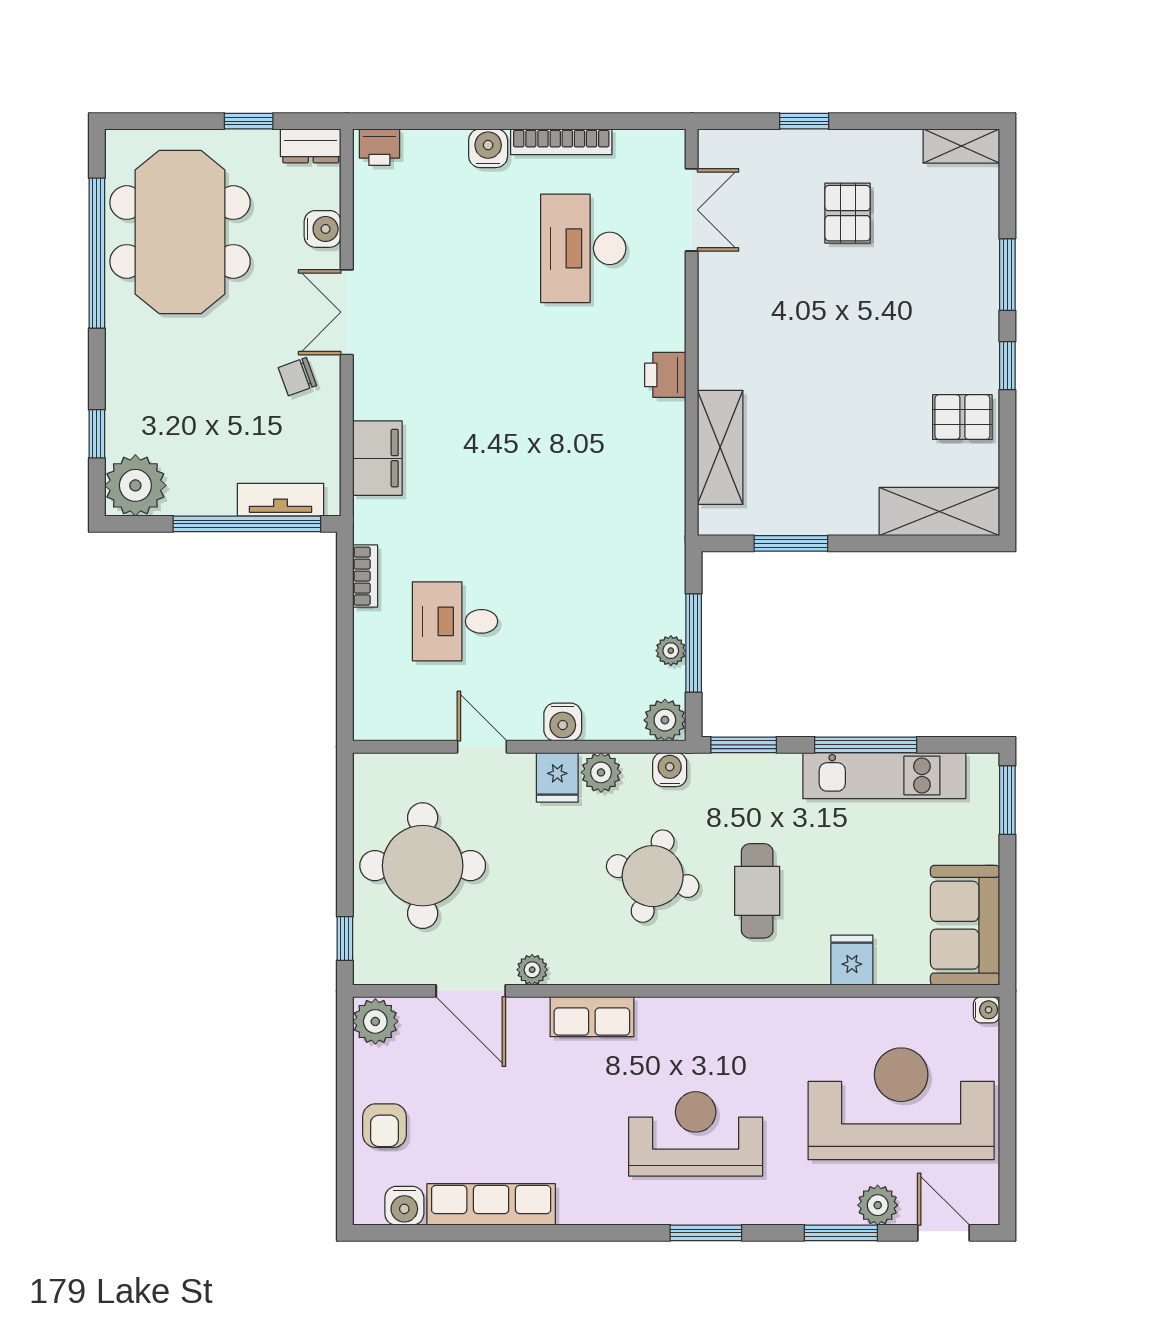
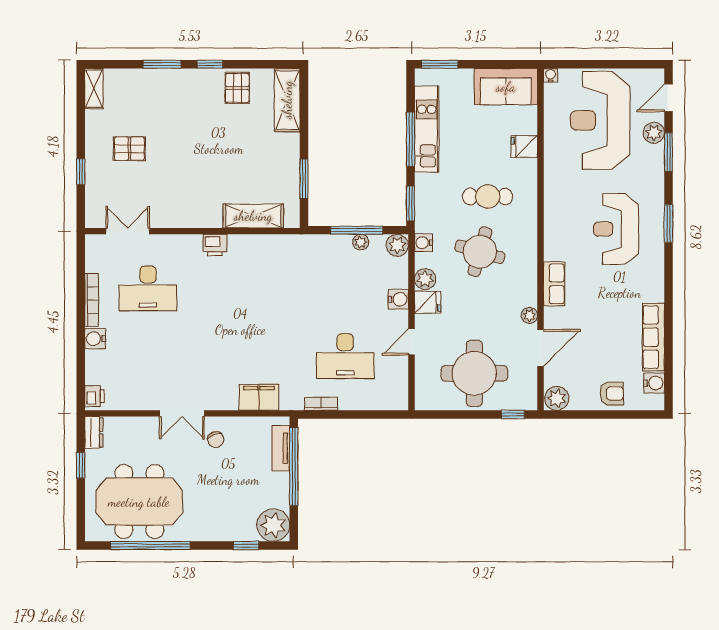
water cooler: (323, 229) -> (138, 426), removed
desk: (455, 621) -> (345, 356), width x1.37

